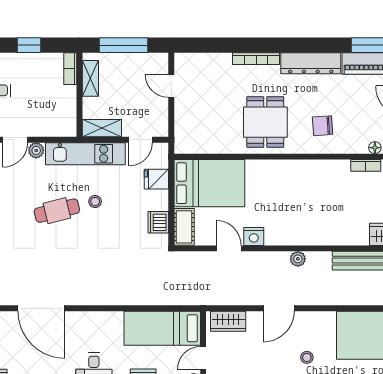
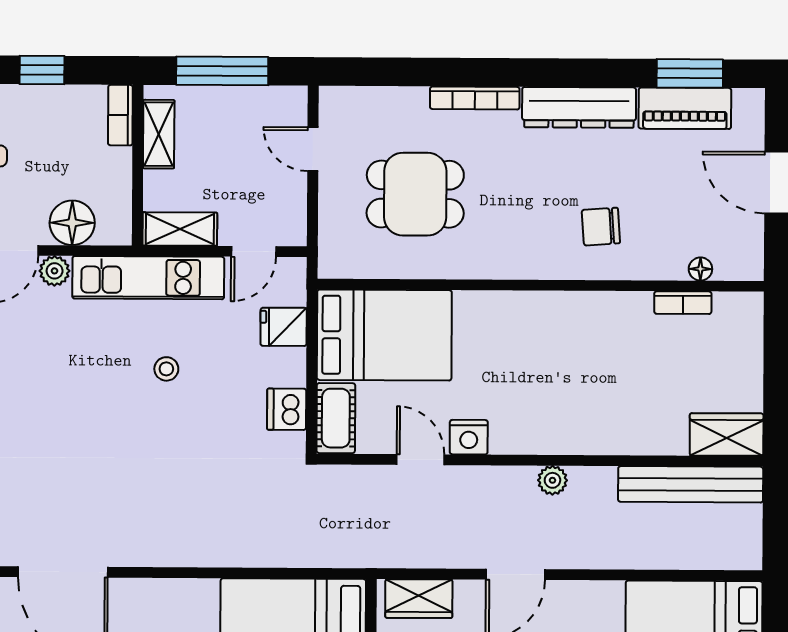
dining table: (265, 122) -> (415, 194), moved, turned 90
floor lamp: (45, 125) -> (72, 223), added
cafe table: (57, 211) -> (93, 386), removed

